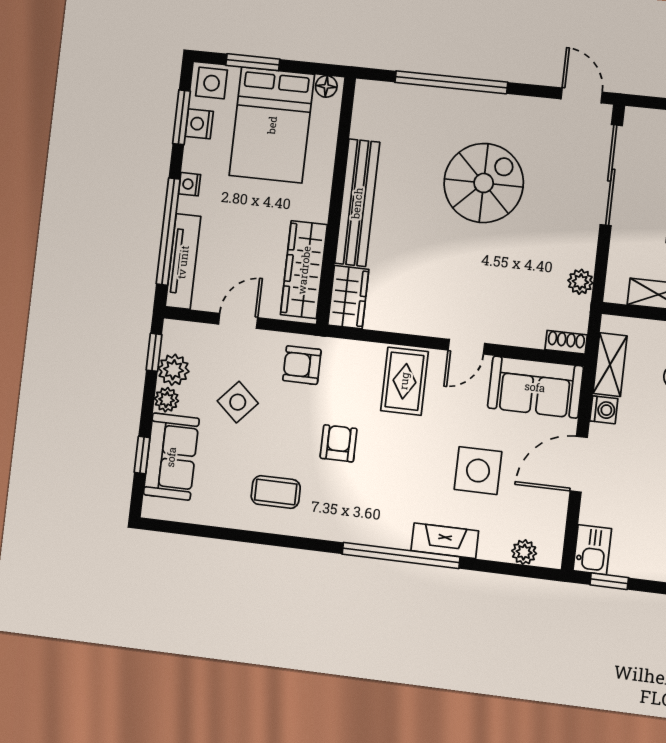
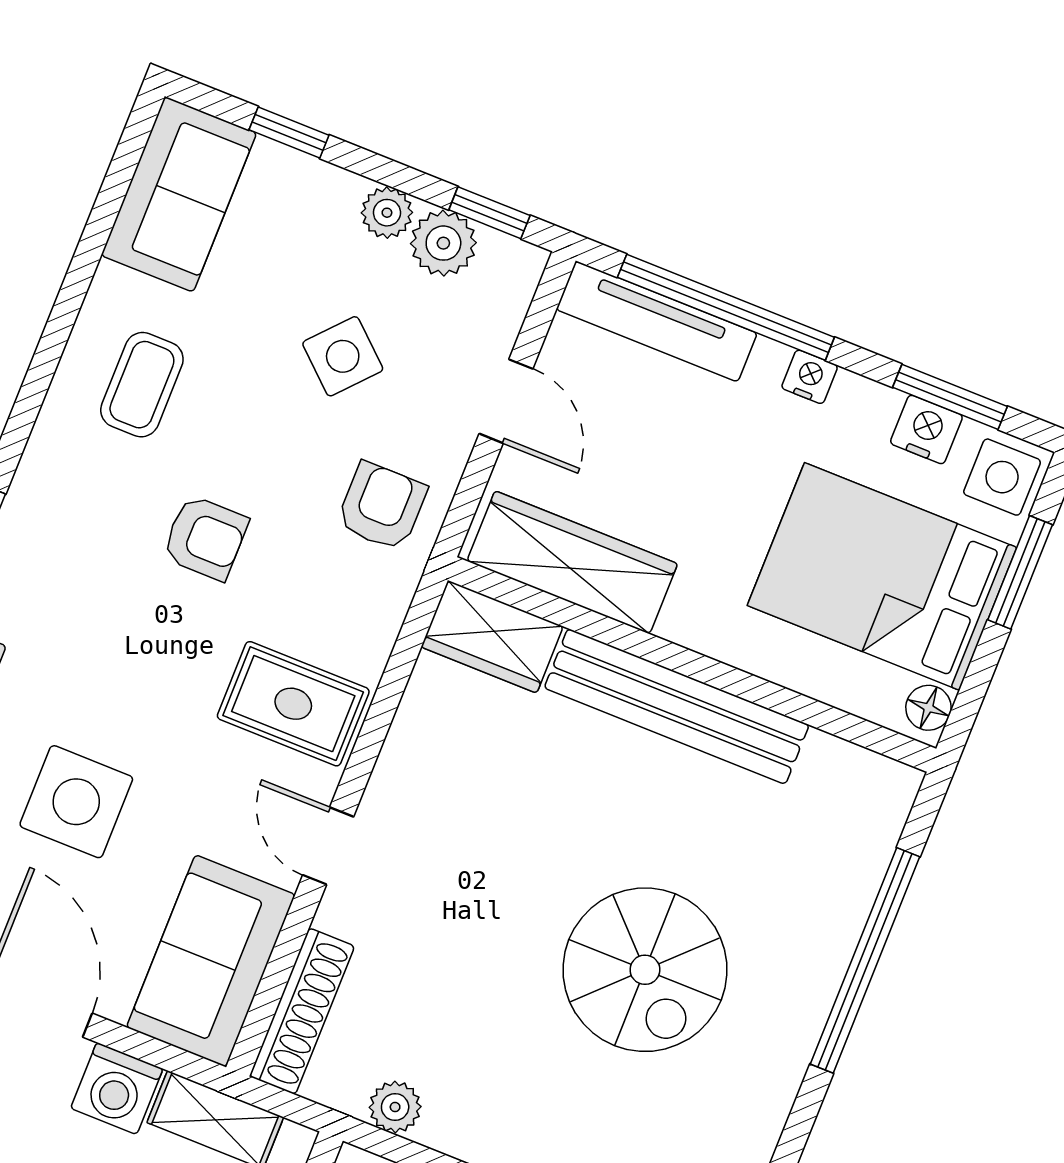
shoe rack: (566, 342) -> (302, 1011), width x1.94, depth x1.24
washing machine: (604, 410) -> (117, 1089), width x1.38, depth x1.38
sofa: (171, 457) -> (179, 194), moved, turned -90

